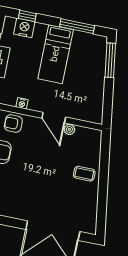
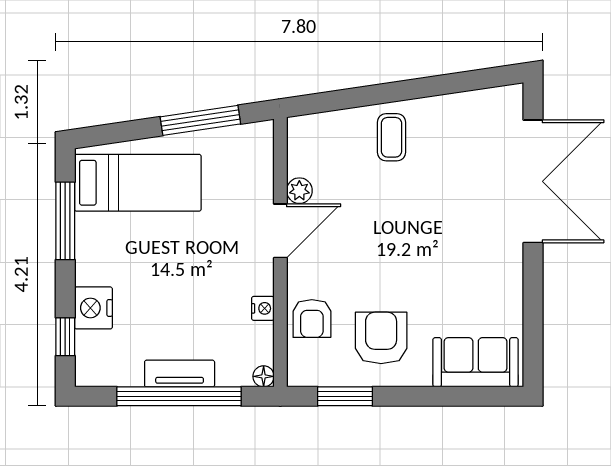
nightstand: (24, 28) -> (93, 308), moved
bed: (56, 54) -> (138, 183), moved
window: (110, 60) -> (200, 120), moved

